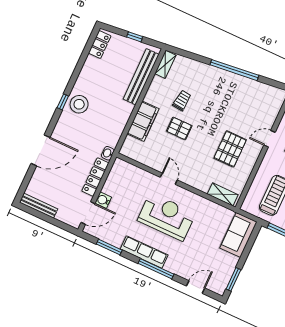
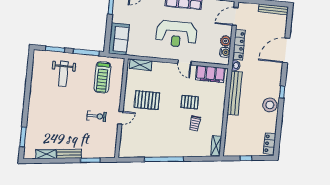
bench: (141, 77) -> (235, 93), moved
stool: (79, 104) -> (270, 105), moved
filing cabinet: (143, 121) -> (210, 74), moved, turned -90
pallet: (230, 149) -> (147, 100), turned 90
plant: (110, 187) -> (226, 41), added
water cooler: (103, 200) -> (225, 52), moved

